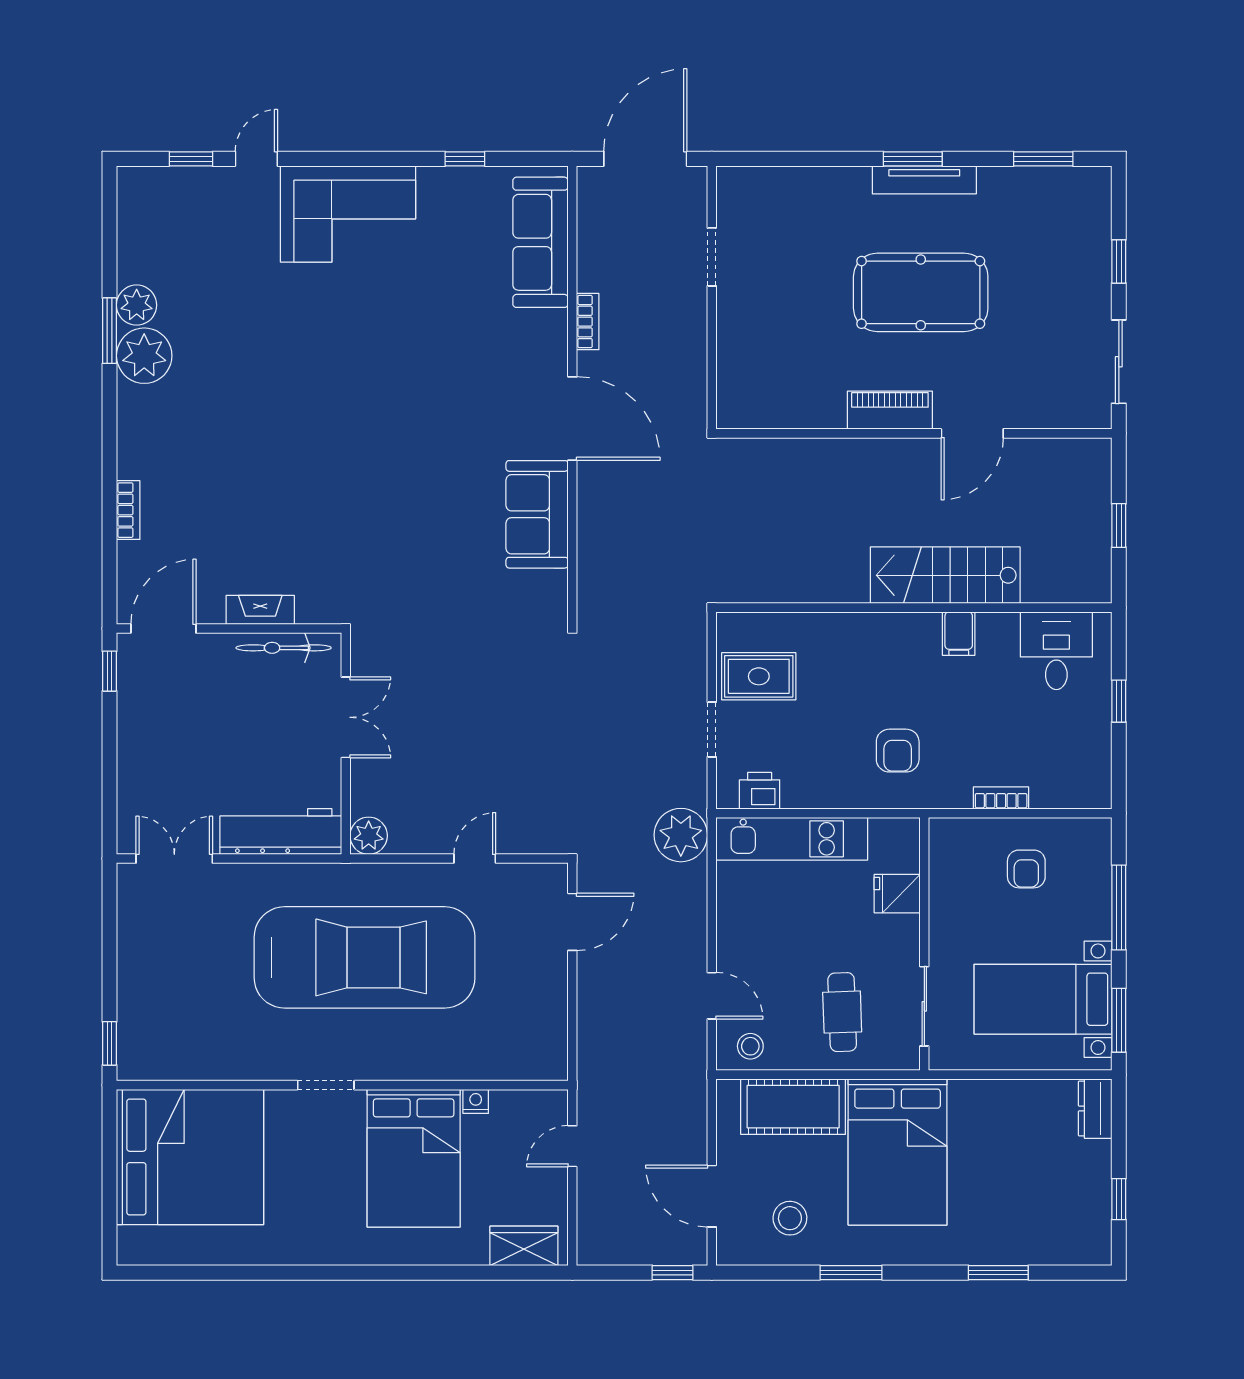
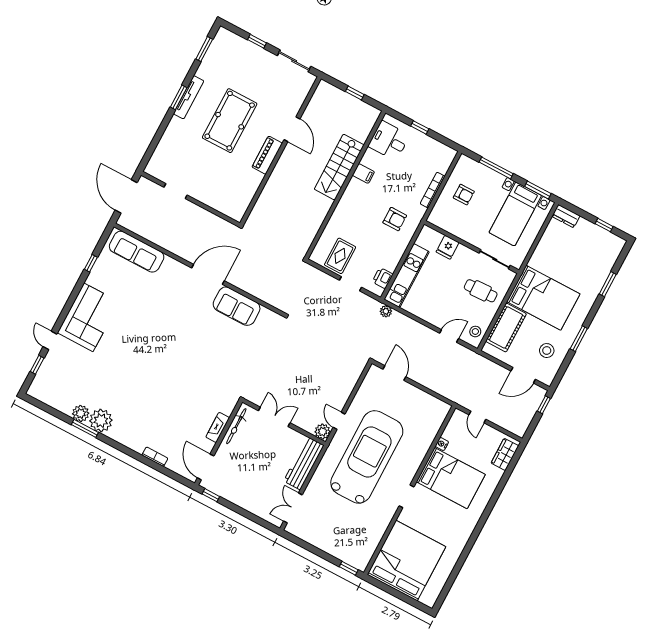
bookcase: (588, 322) -> (175, 250), removed
bookcase: (1001, 798) -> (433, 190), width x1.56
plant: (681, 835) -> (386, 311), width x0.53, depth x0.53
door: (475, 859) -> (339, 421), moved

